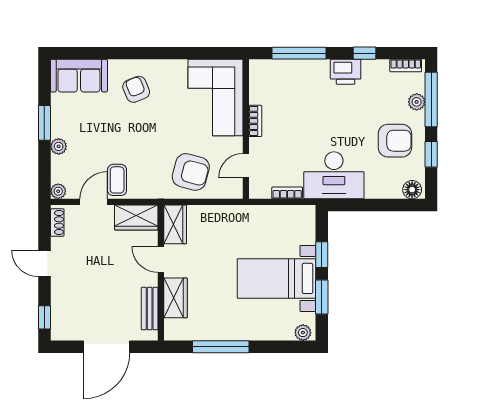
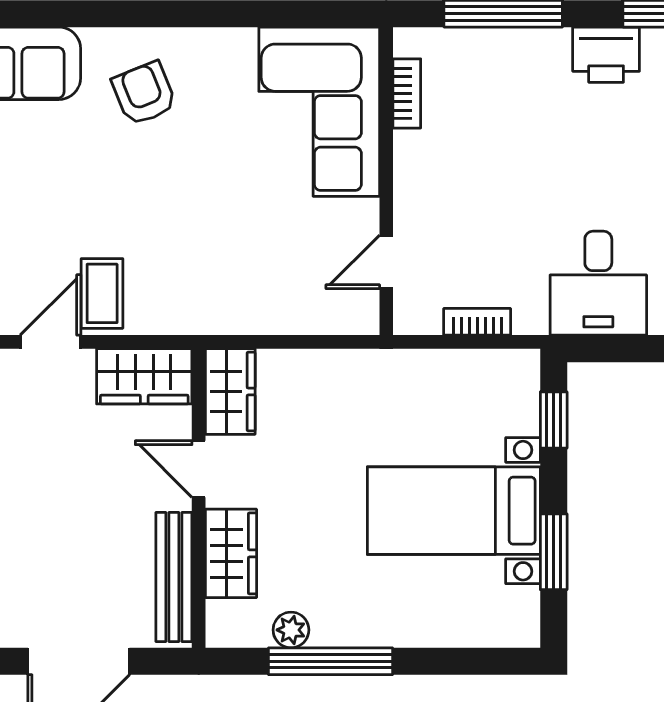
bookcase: (255, 121) -> (407, 93), moved
armchair: (191, 172) -> (265, 276), removed
desk: (334, 175) -> (598, 283), width x0.73
window: (322, 255) -> (554, 420), moved
bench: (150, 309) -> (174, 577), width x1.36
plant: (303, 333) -> (291, 630), moved

